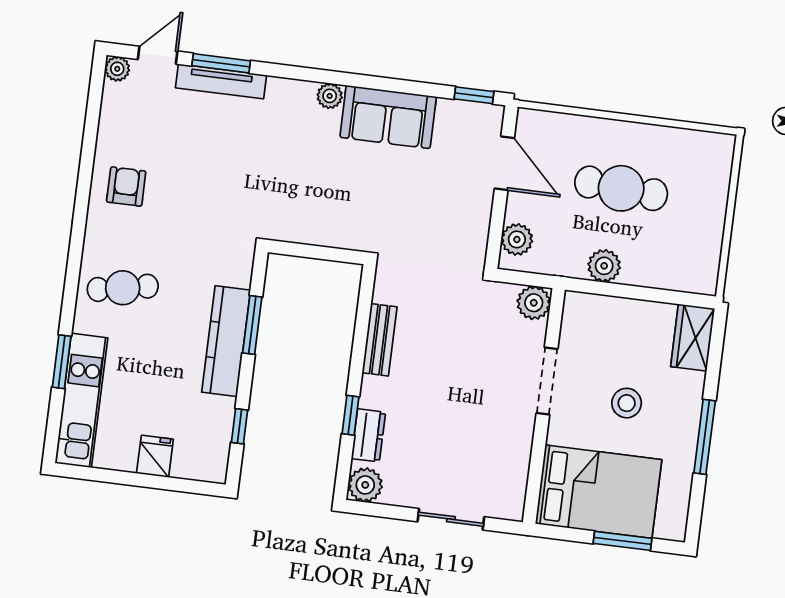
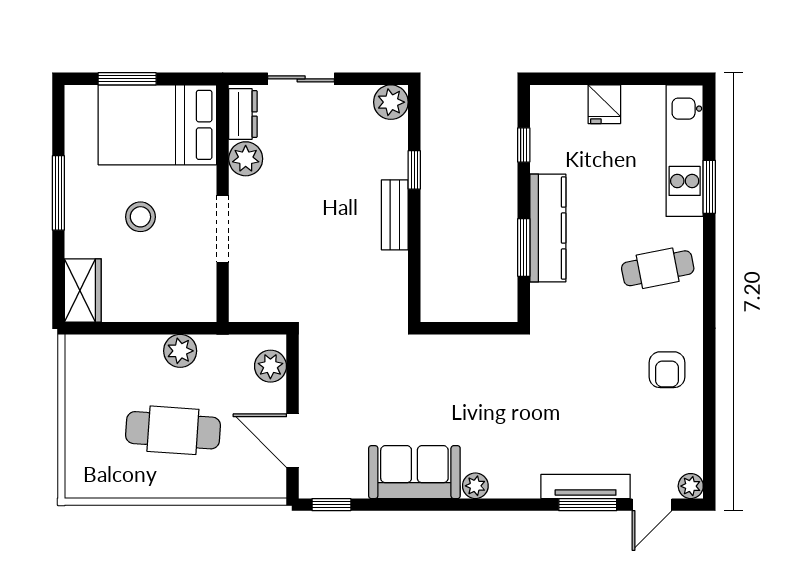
plant: (534, 303) -> (246, 159), moved
bench: (380, 340) -> (395, 215), moved
dresser: (368, 435) -> (243, 114), moved, turned 180

